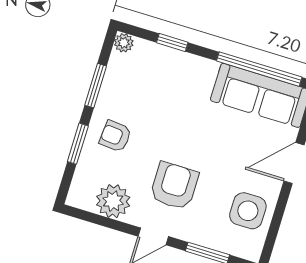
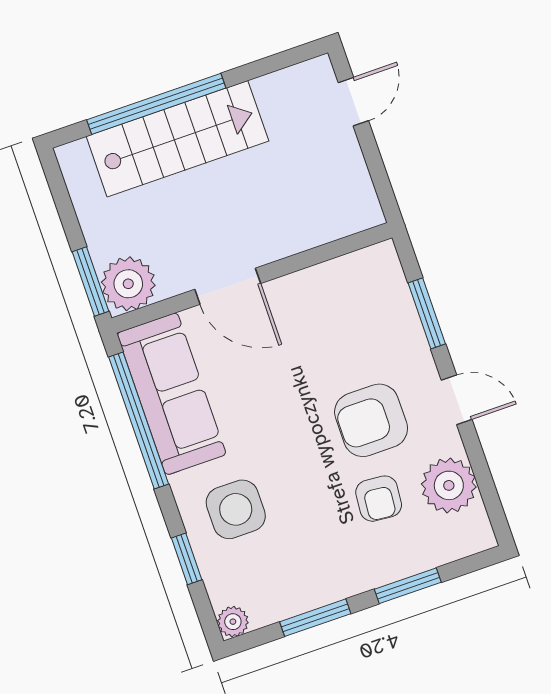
armchair: (115, 136) -> (379, 499), moved
side table: (248, 211) -> (236, 509), moved

